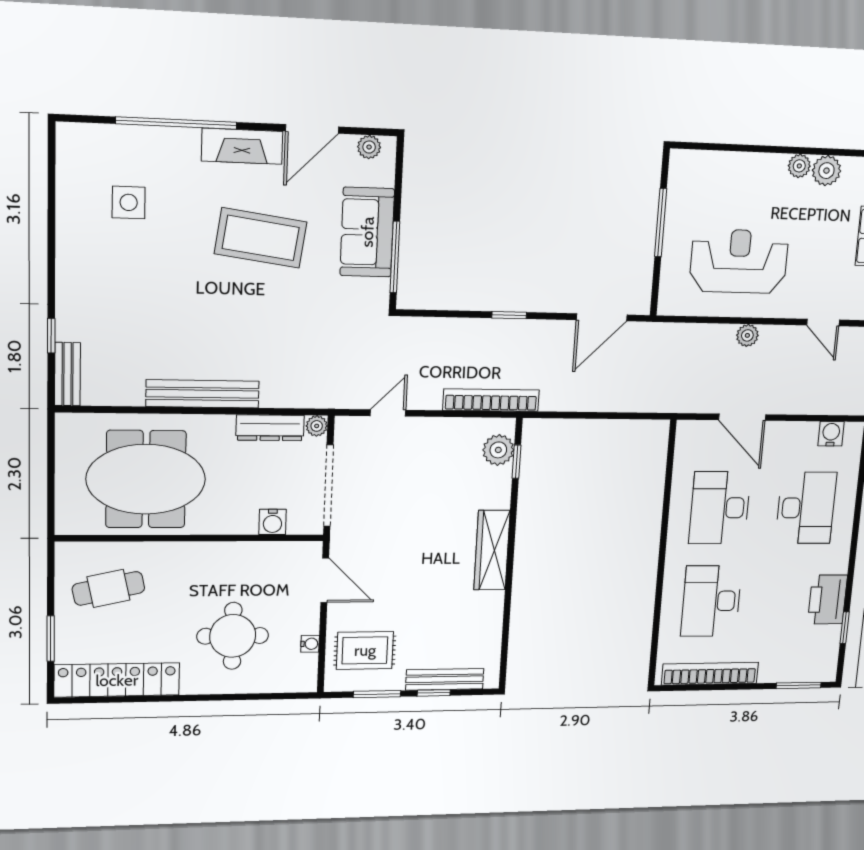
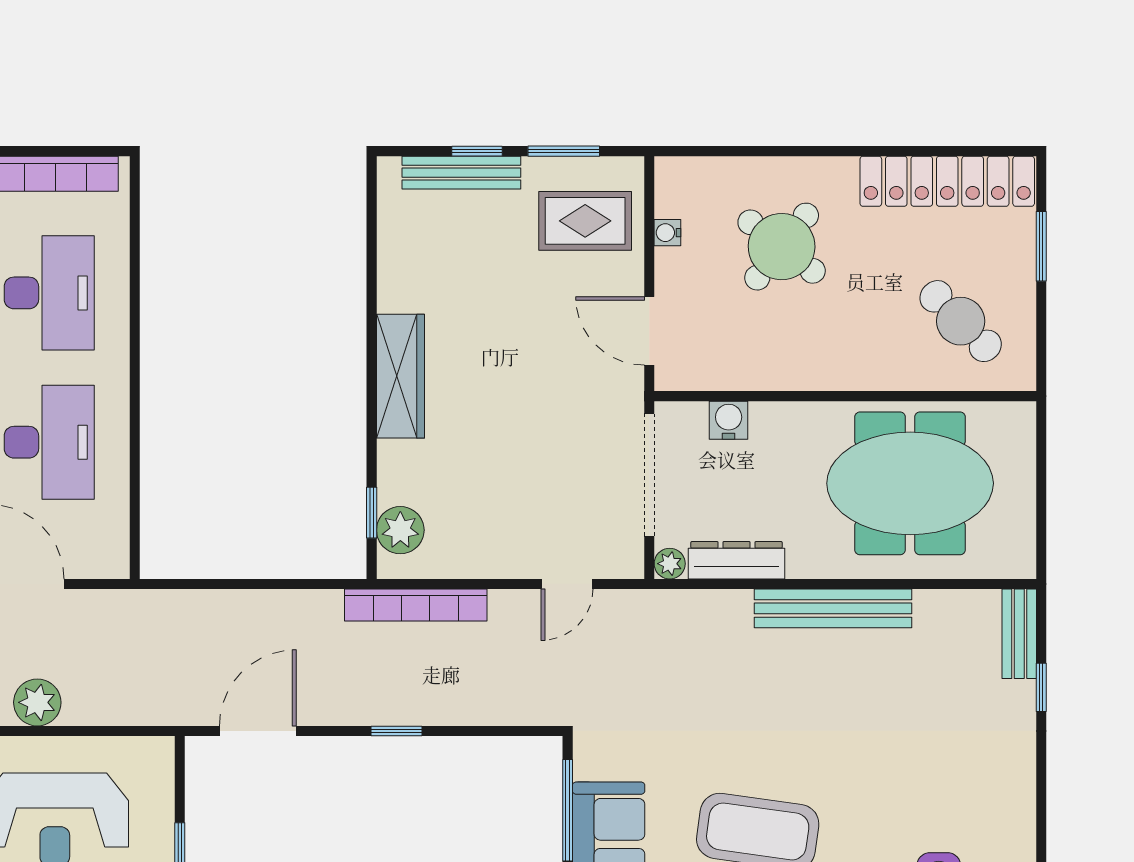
plant: (747, 335) -> (37, 702), width x1.38, depth x1.38
cafe table: (108, 588) -> (961, 321), turned 57
round table: (233, 636) -> (782, 247), turned 38

